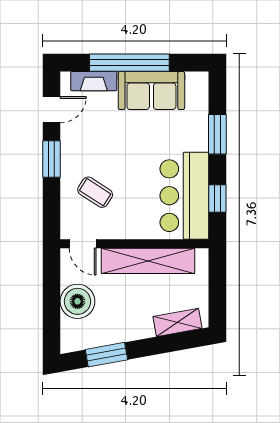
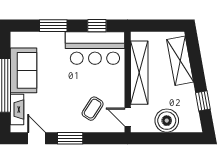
door: (83, 244) -> (128, 117), swing flipped
shelving: (177, 322) -> (180, 61), width x1.50, depth x1.33
window: (106, 355) -> (203, 101), width x0.67

